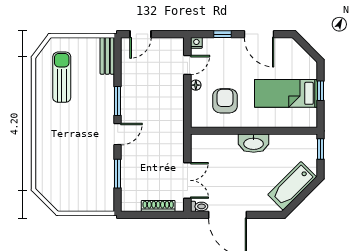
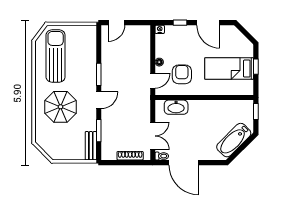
bench: (107, 56) -> (91, 146), moved
door: (187, 65) -> (153, 81), moved
sun lounger: (62, 77) -> (56, 56), width x1.36, depth x1.34
parasol: (68, 143) -> (61, 107), added
washbasin: (254, 143) -> (176, 107), moved

